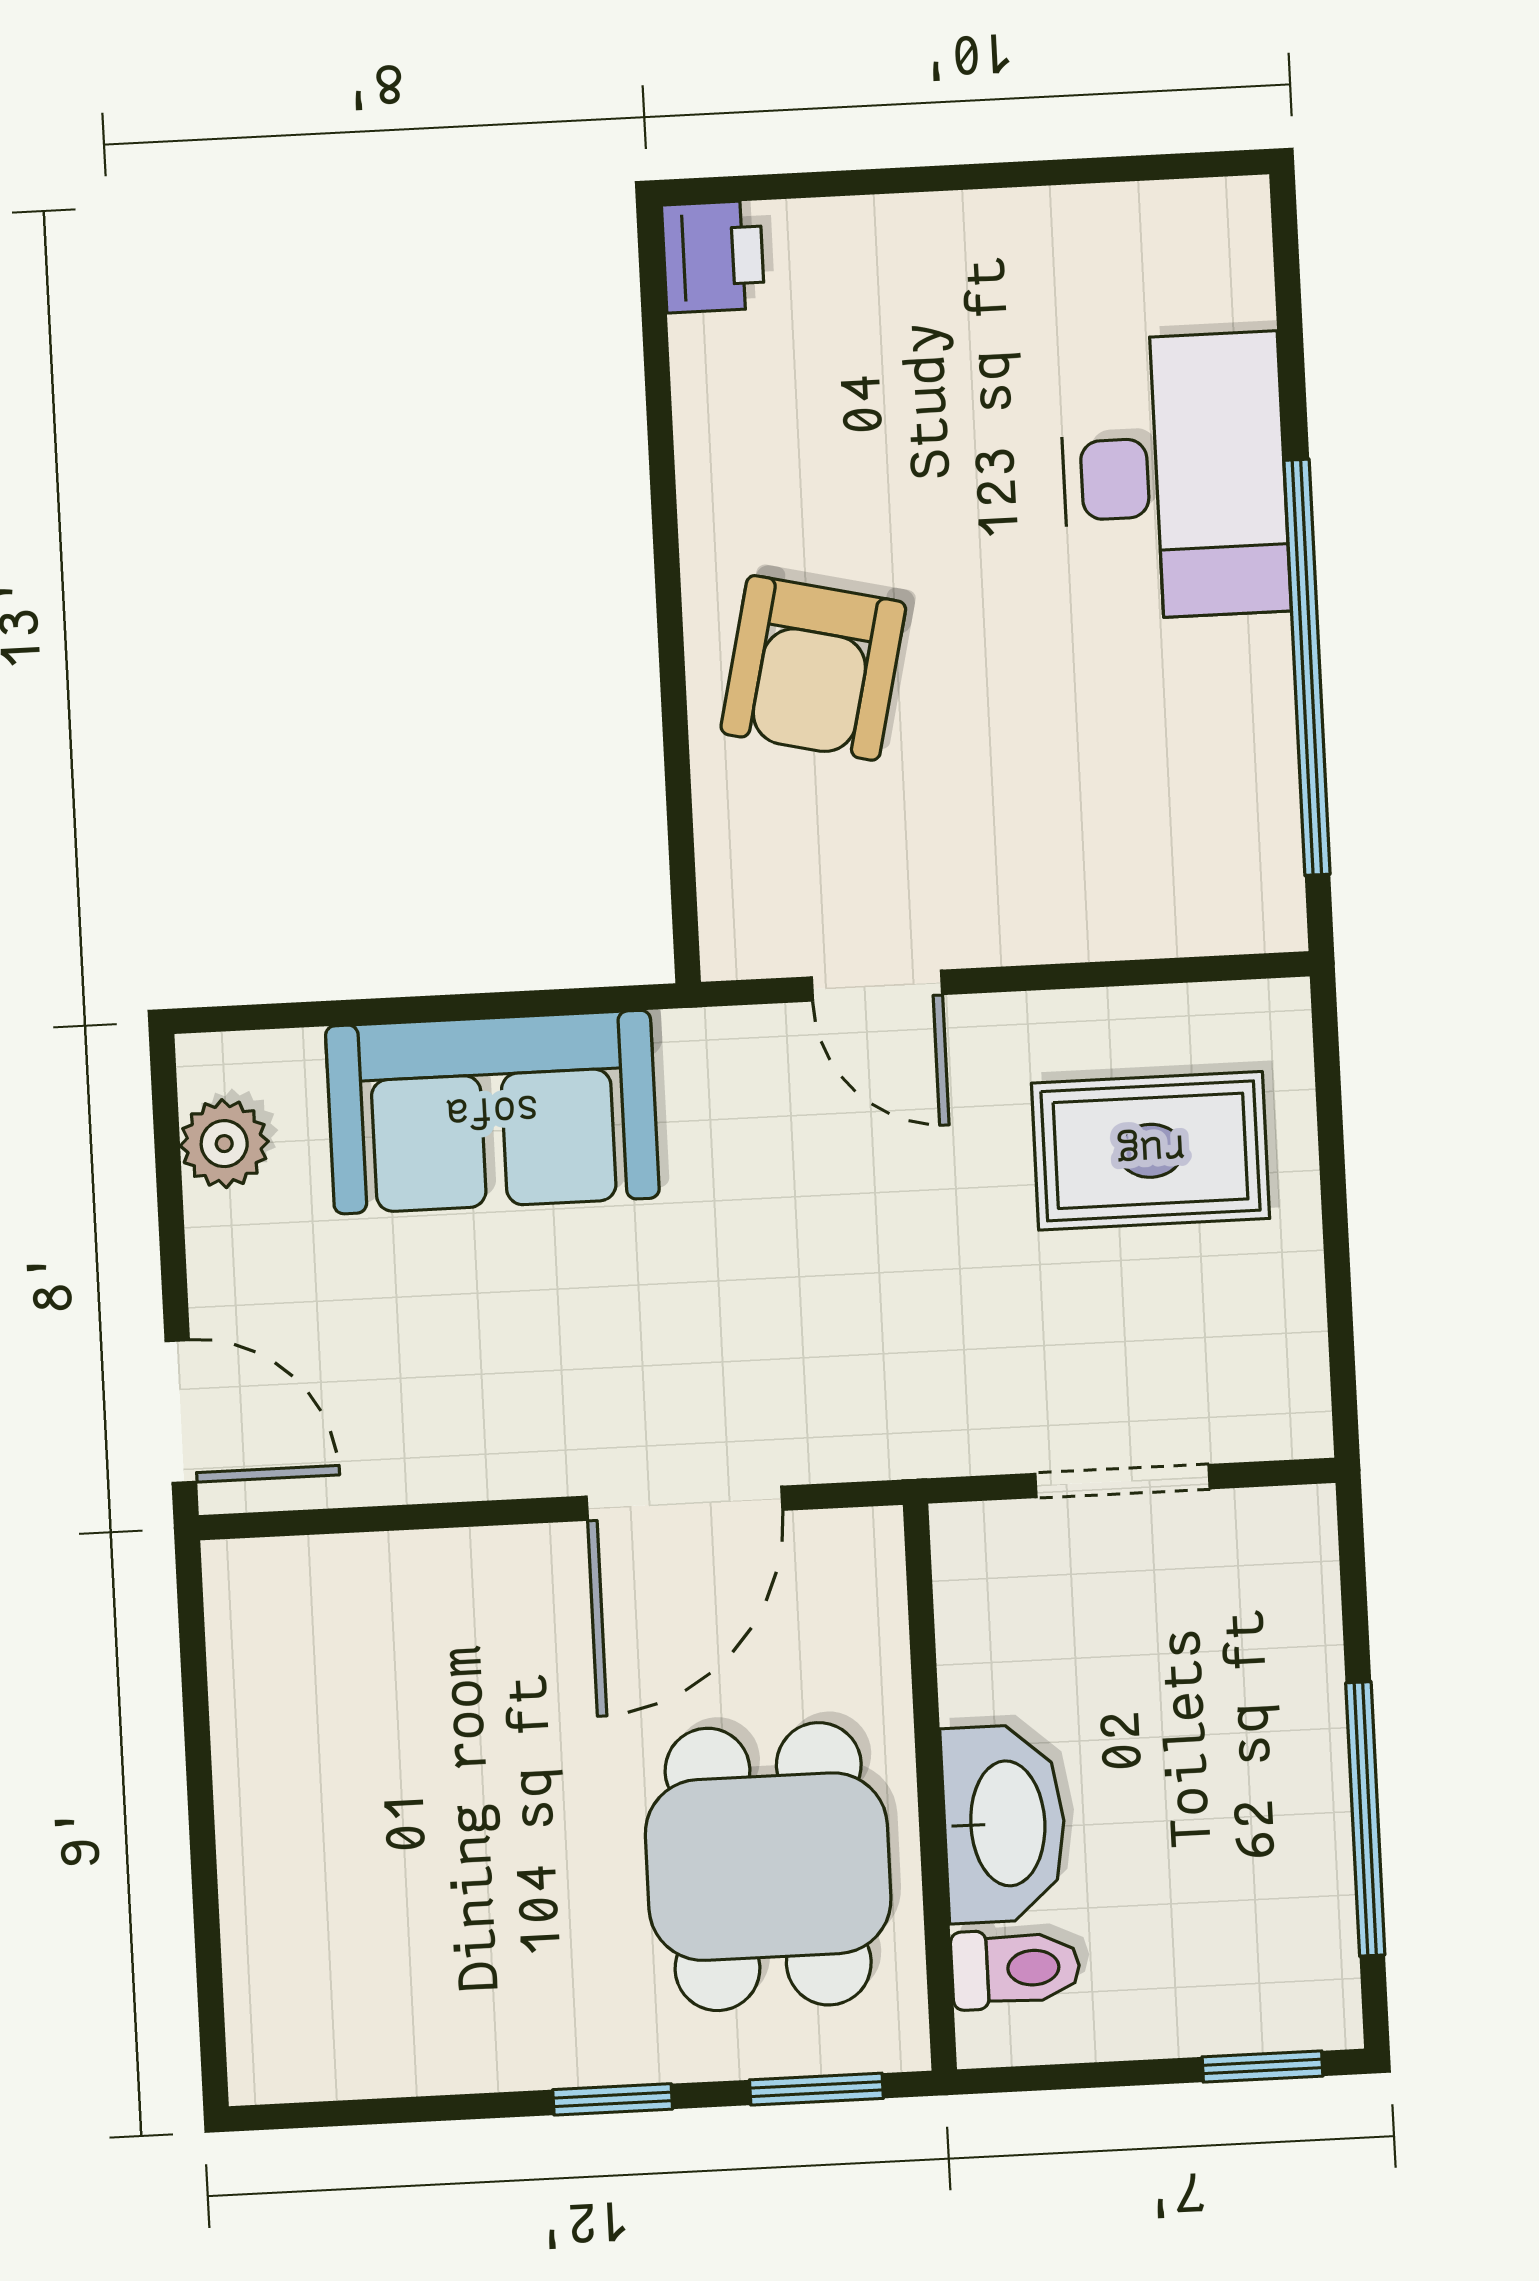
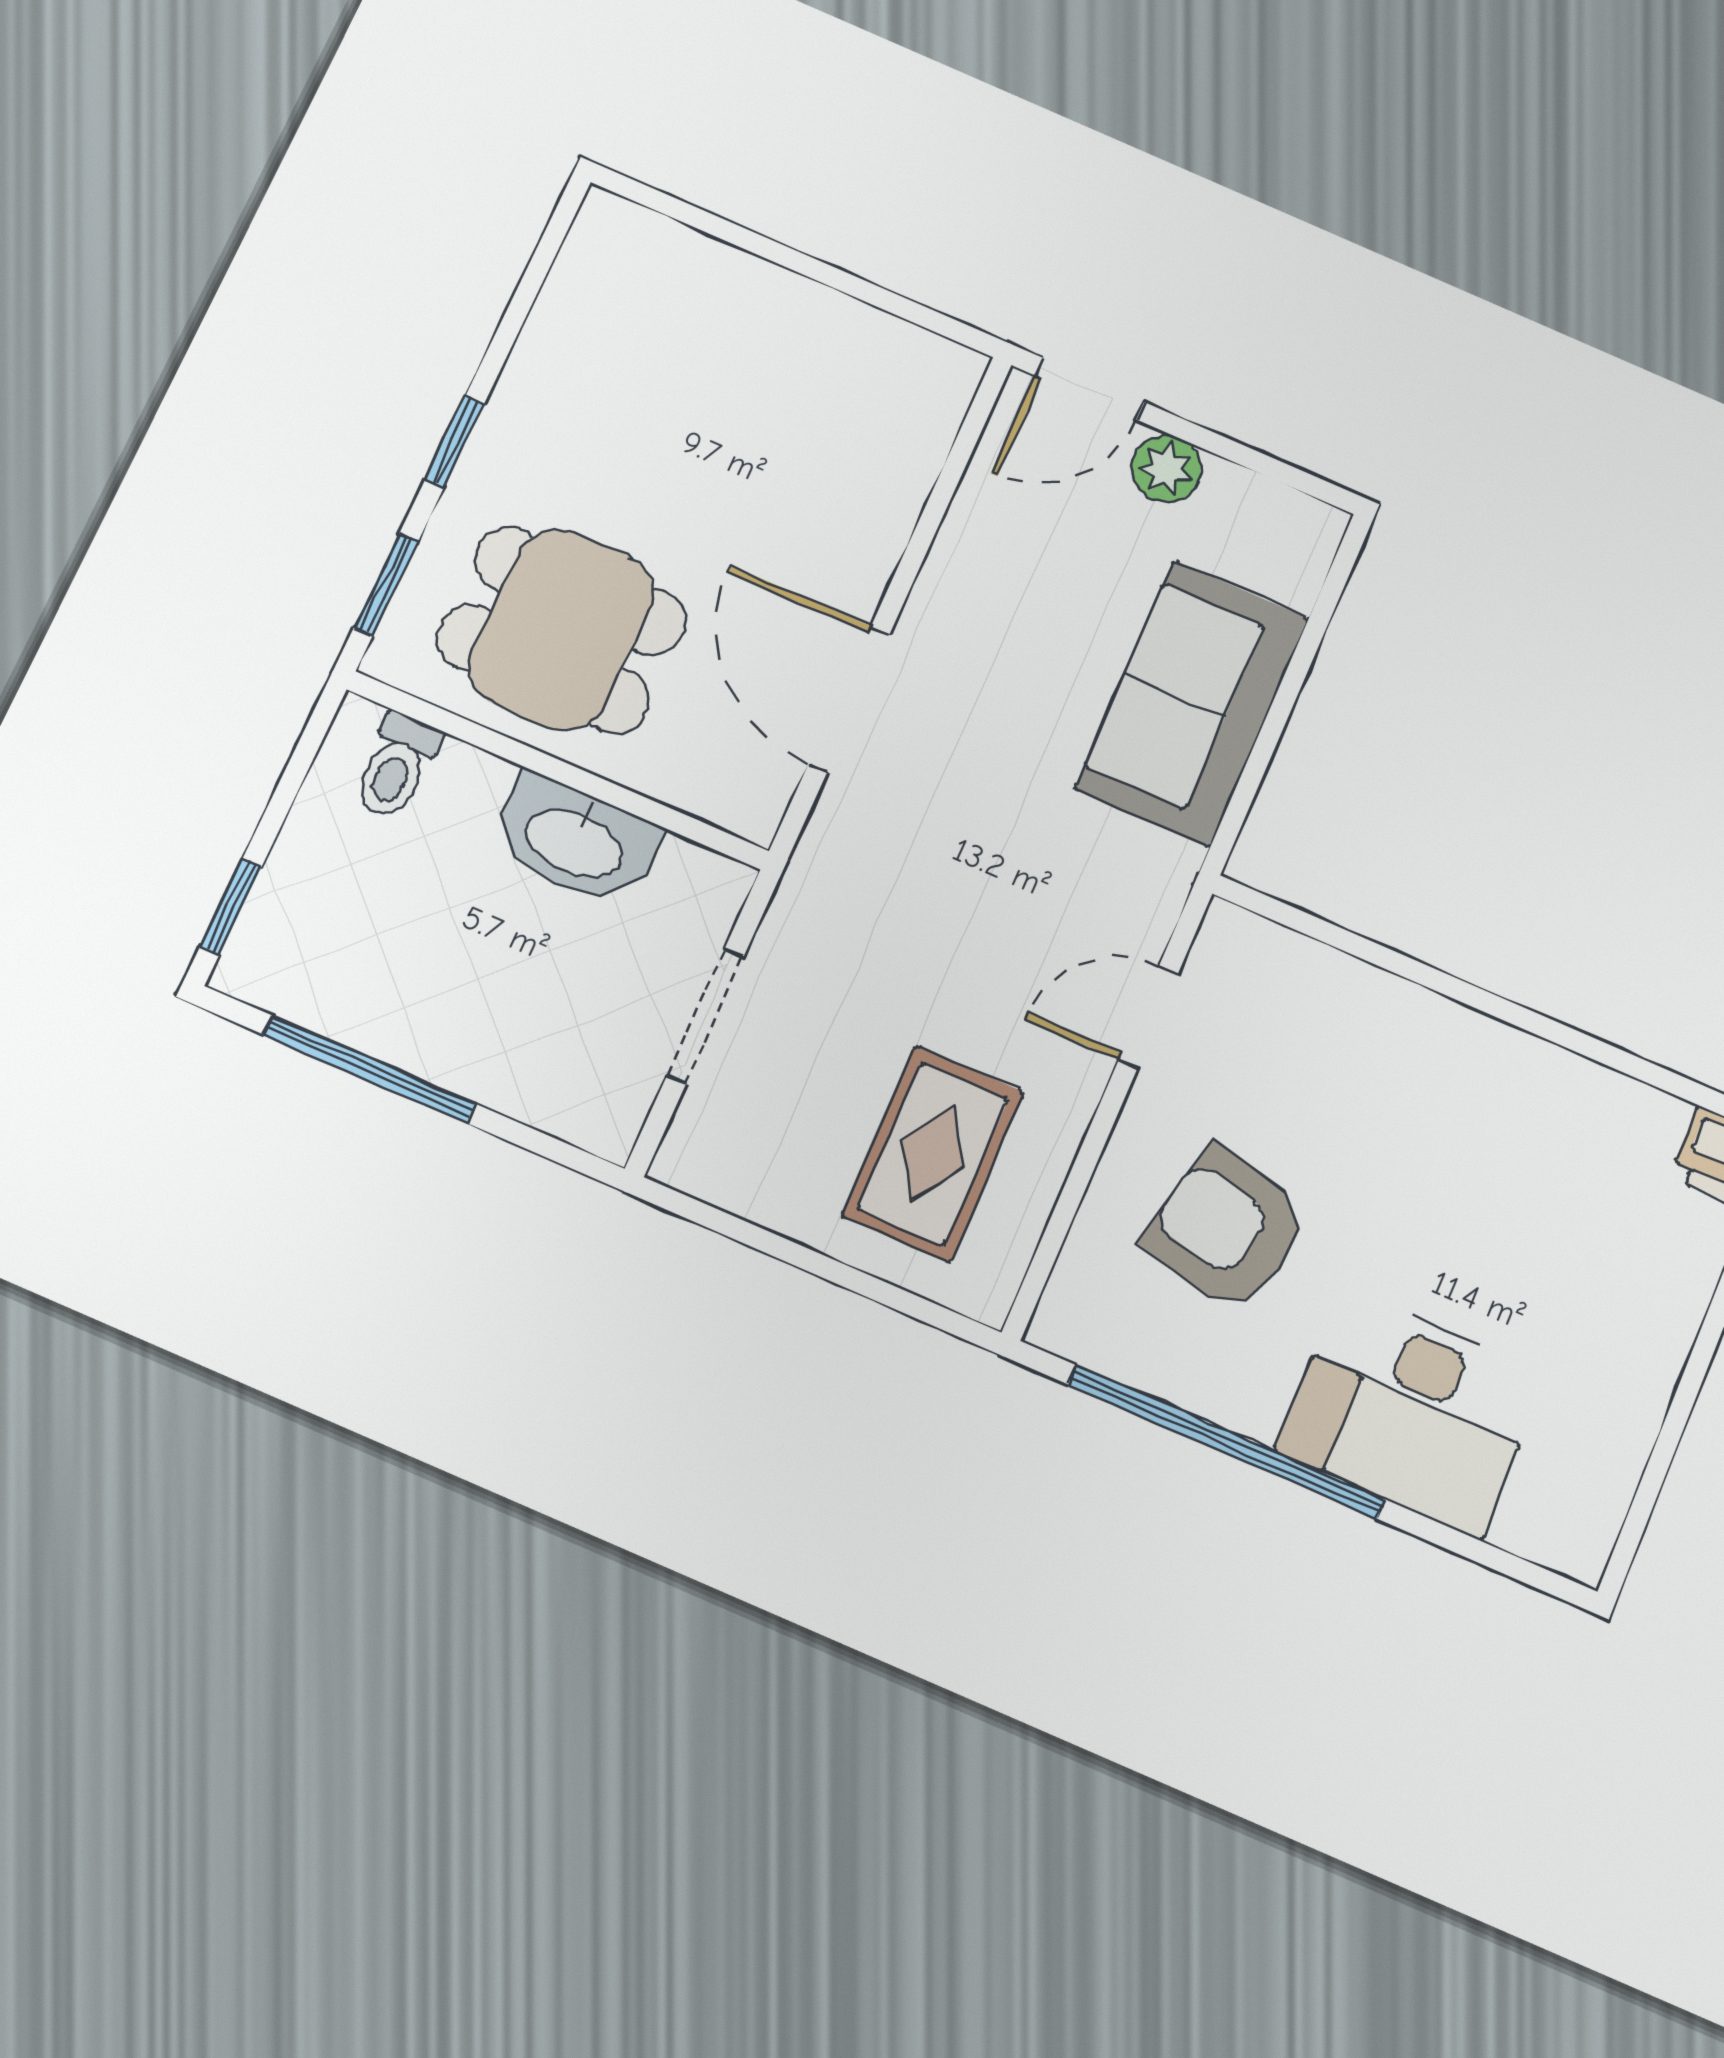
armchair: (813, 668) -> (1227, 1229), moved
plant: (224, 1144) -> (1166, 469), moved
washbasin: (1004, 1824) -> (575, 841), moved

